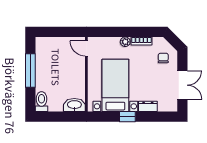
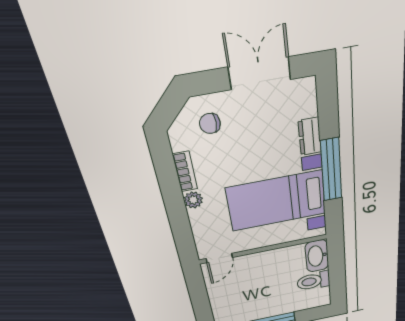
toilet: (41, 102) -> (313, 281), moved
window: (127, 117) -> (331, 170), width x2.17

